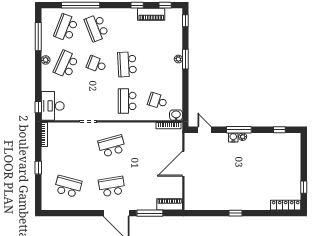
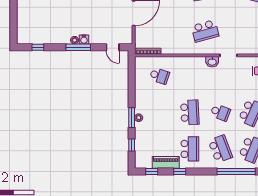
window: (185, 21) -> (132, 145), moved
school desk: (127, 101) -> (190, 149), moved
washbasin: (176, 115) -> (212, 62), moved

